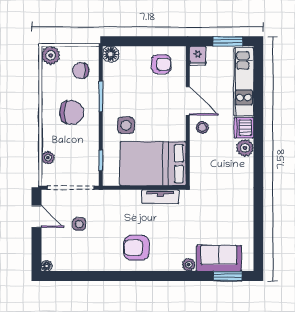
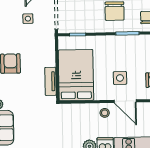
door: (188, 101) -> (125, 101), hinge flipped
side table: (126, 125) -> (120, 78), moved

